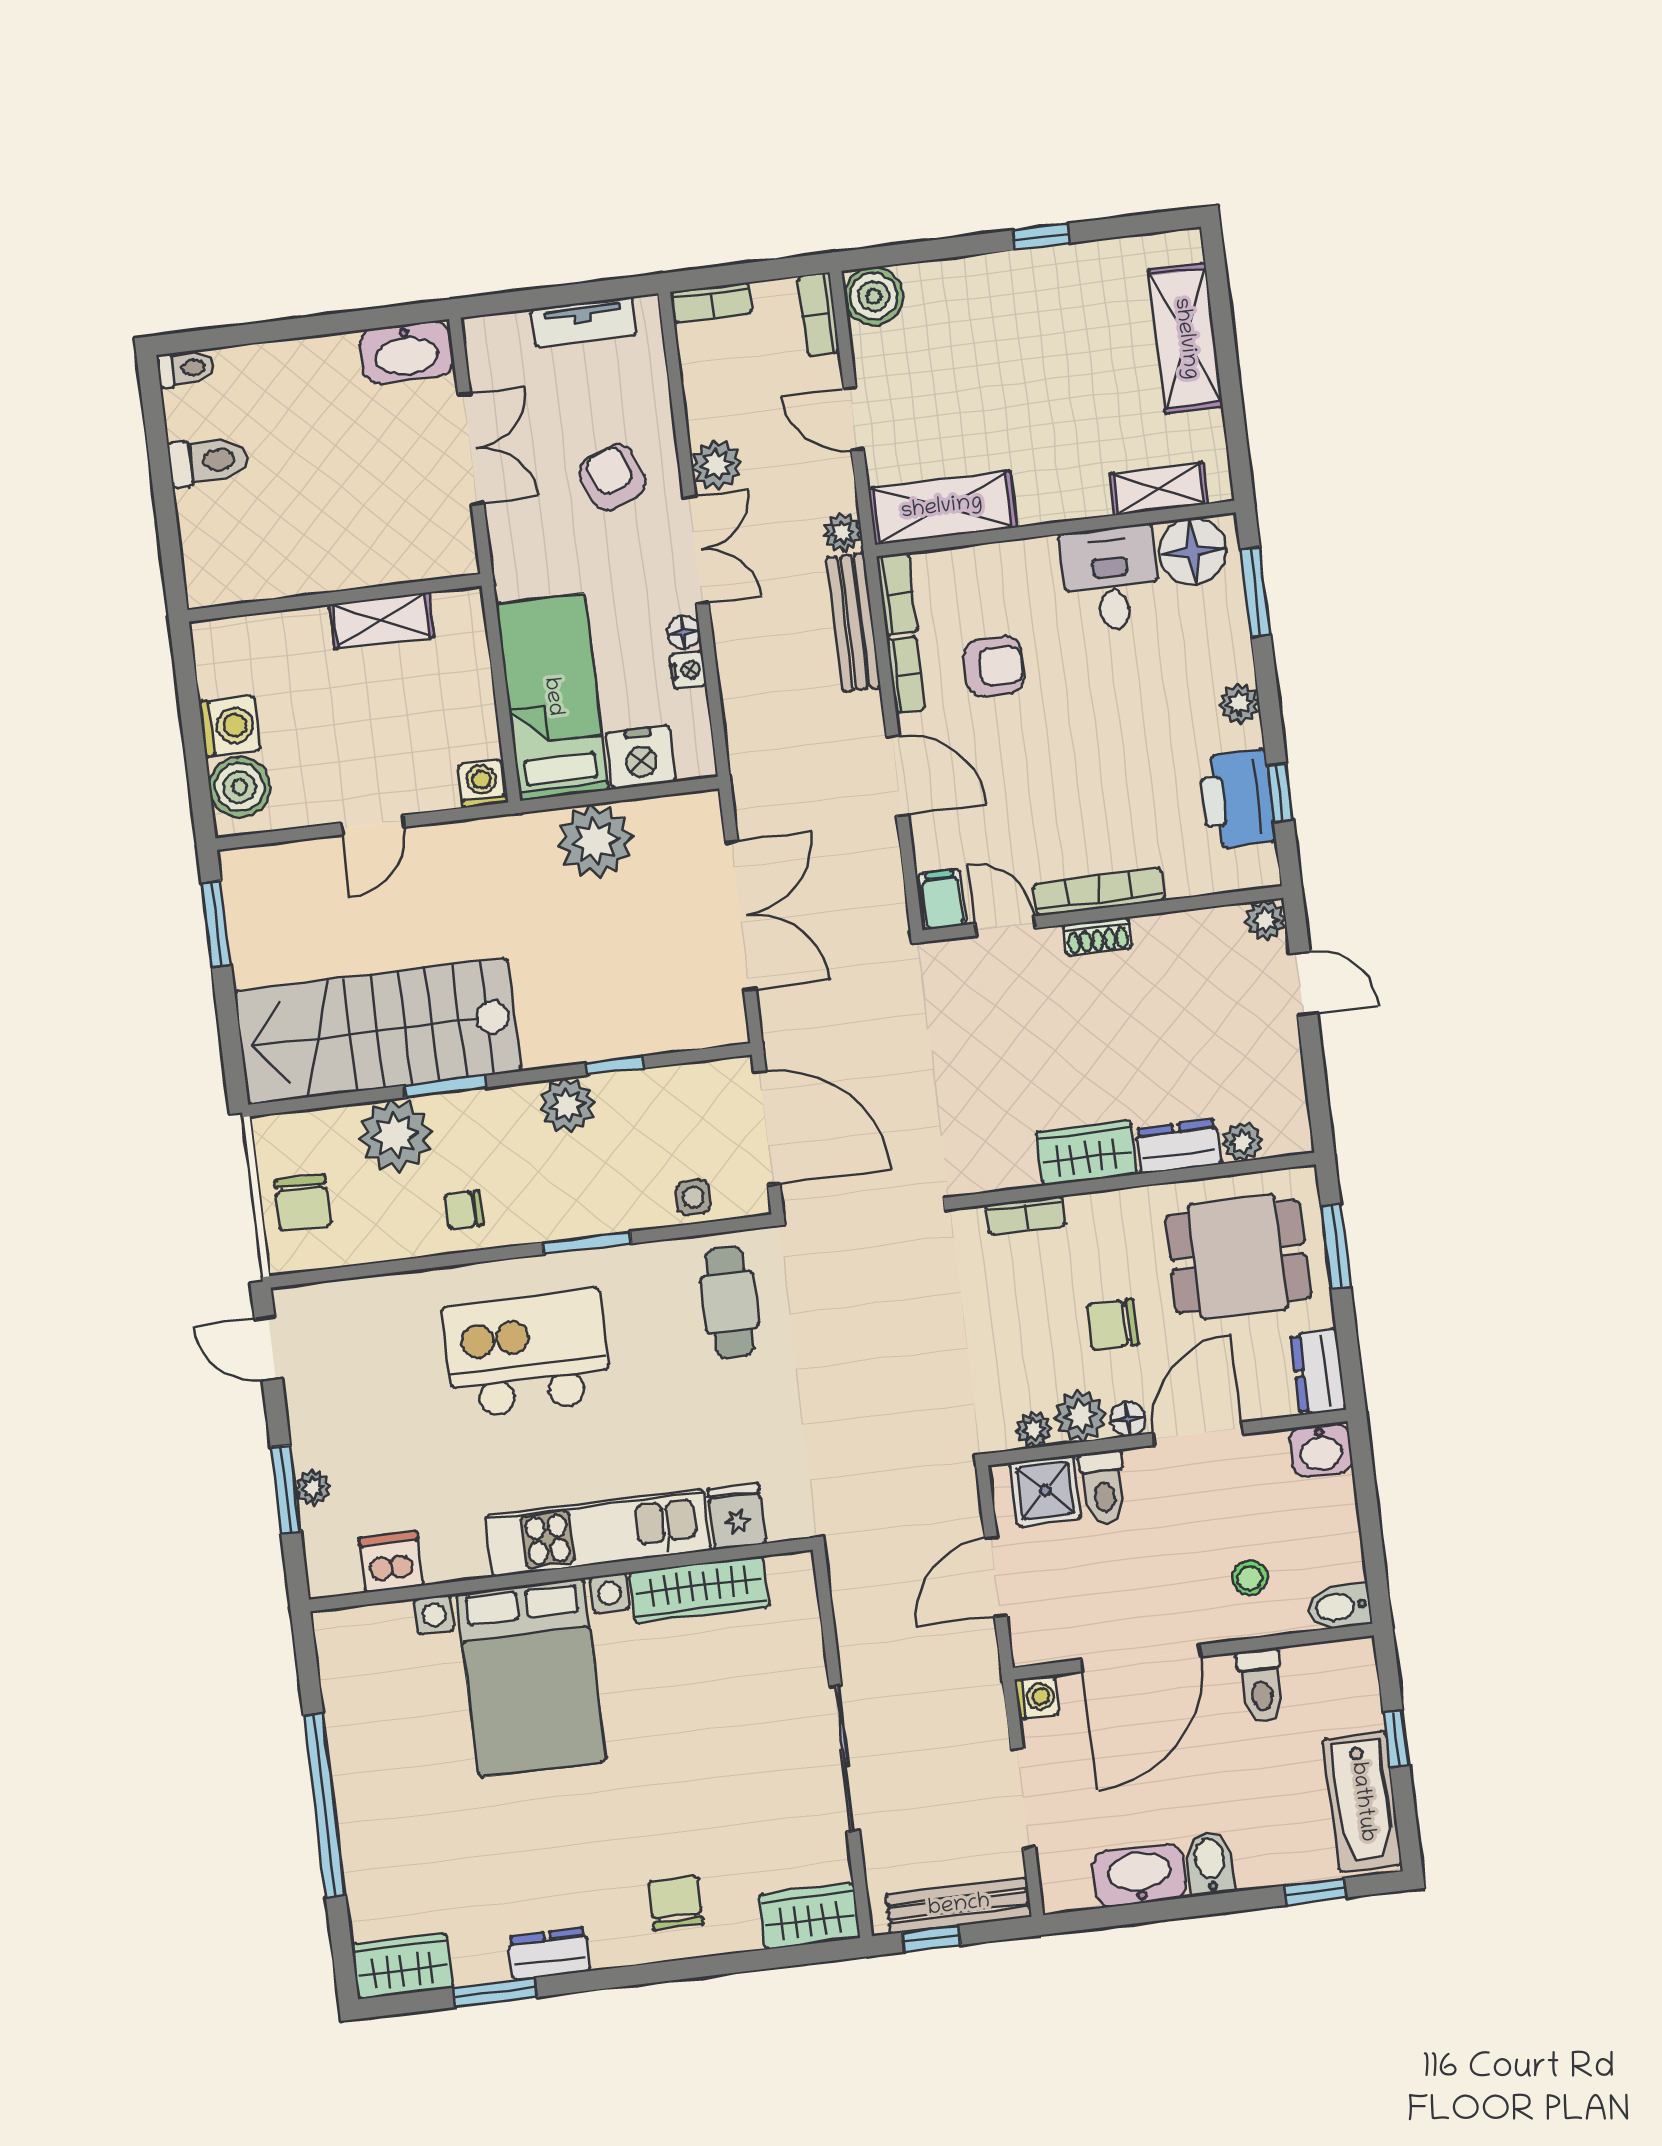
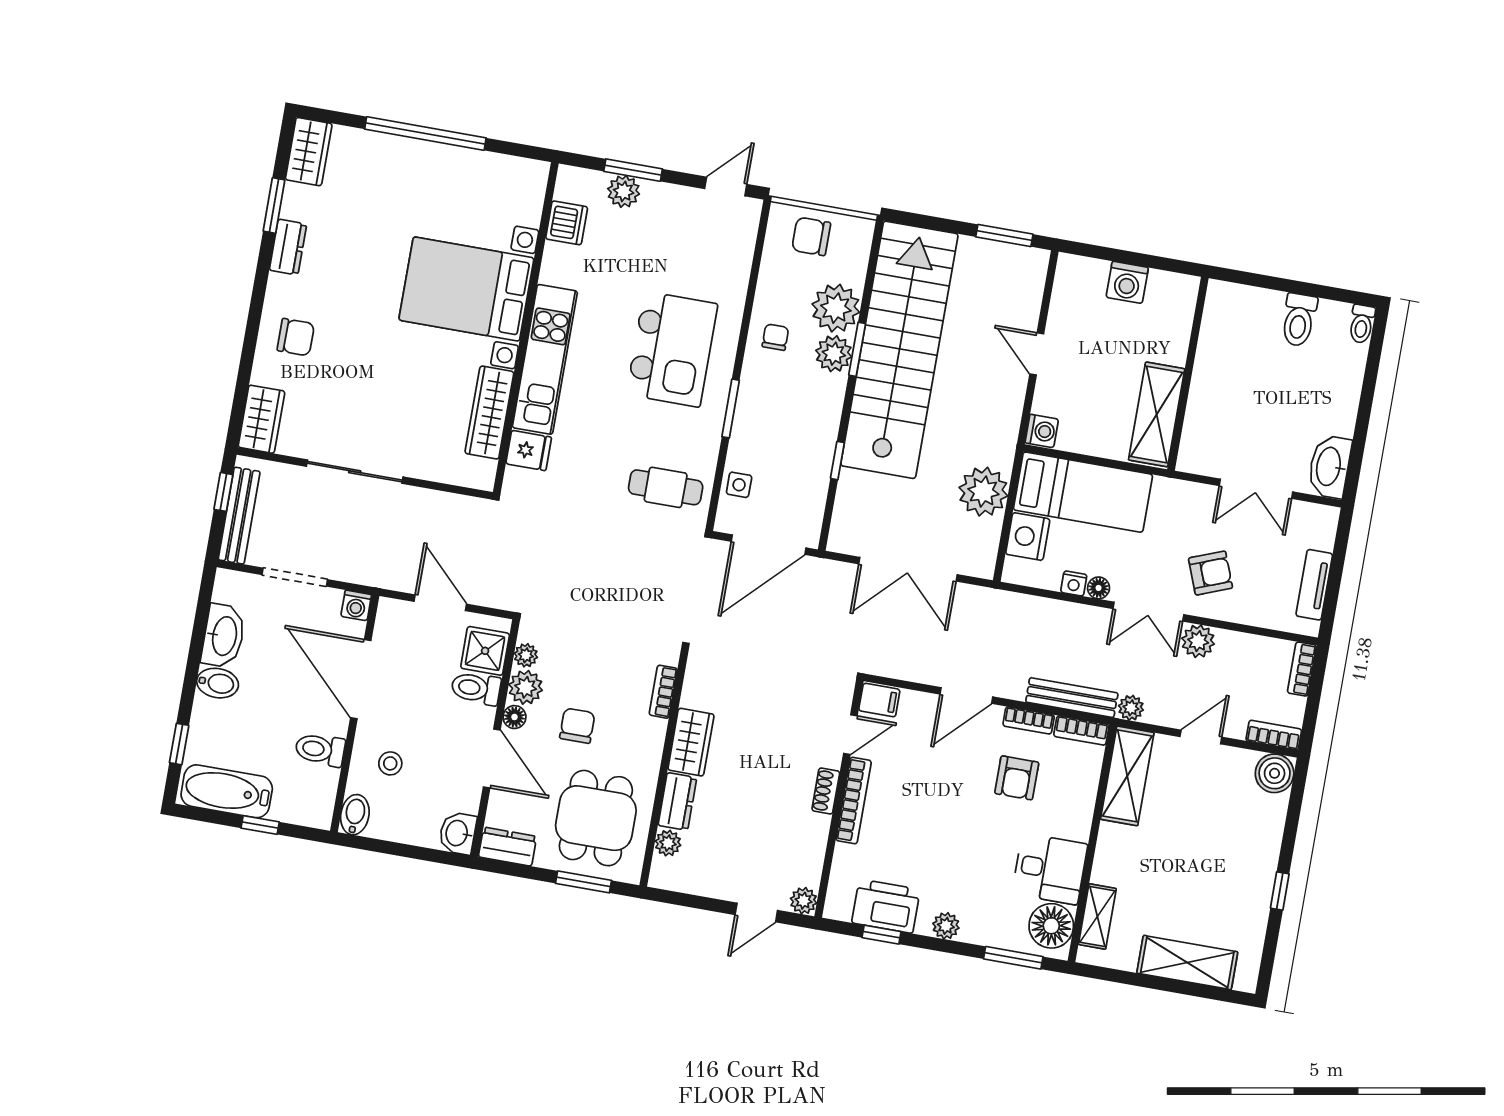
shelving: (381, 621) -> (1157, 414), width x1.50, depth x1.33
boiler: (240, 787) -> (1087, 277), removed
stairs: (378, 1031) -> (899, 350), width x1.36
plant: (567, 1105) -> (834, 354), moved
plant: (313, 1488) -> (624, 191), width x1.38, depth x1.38

